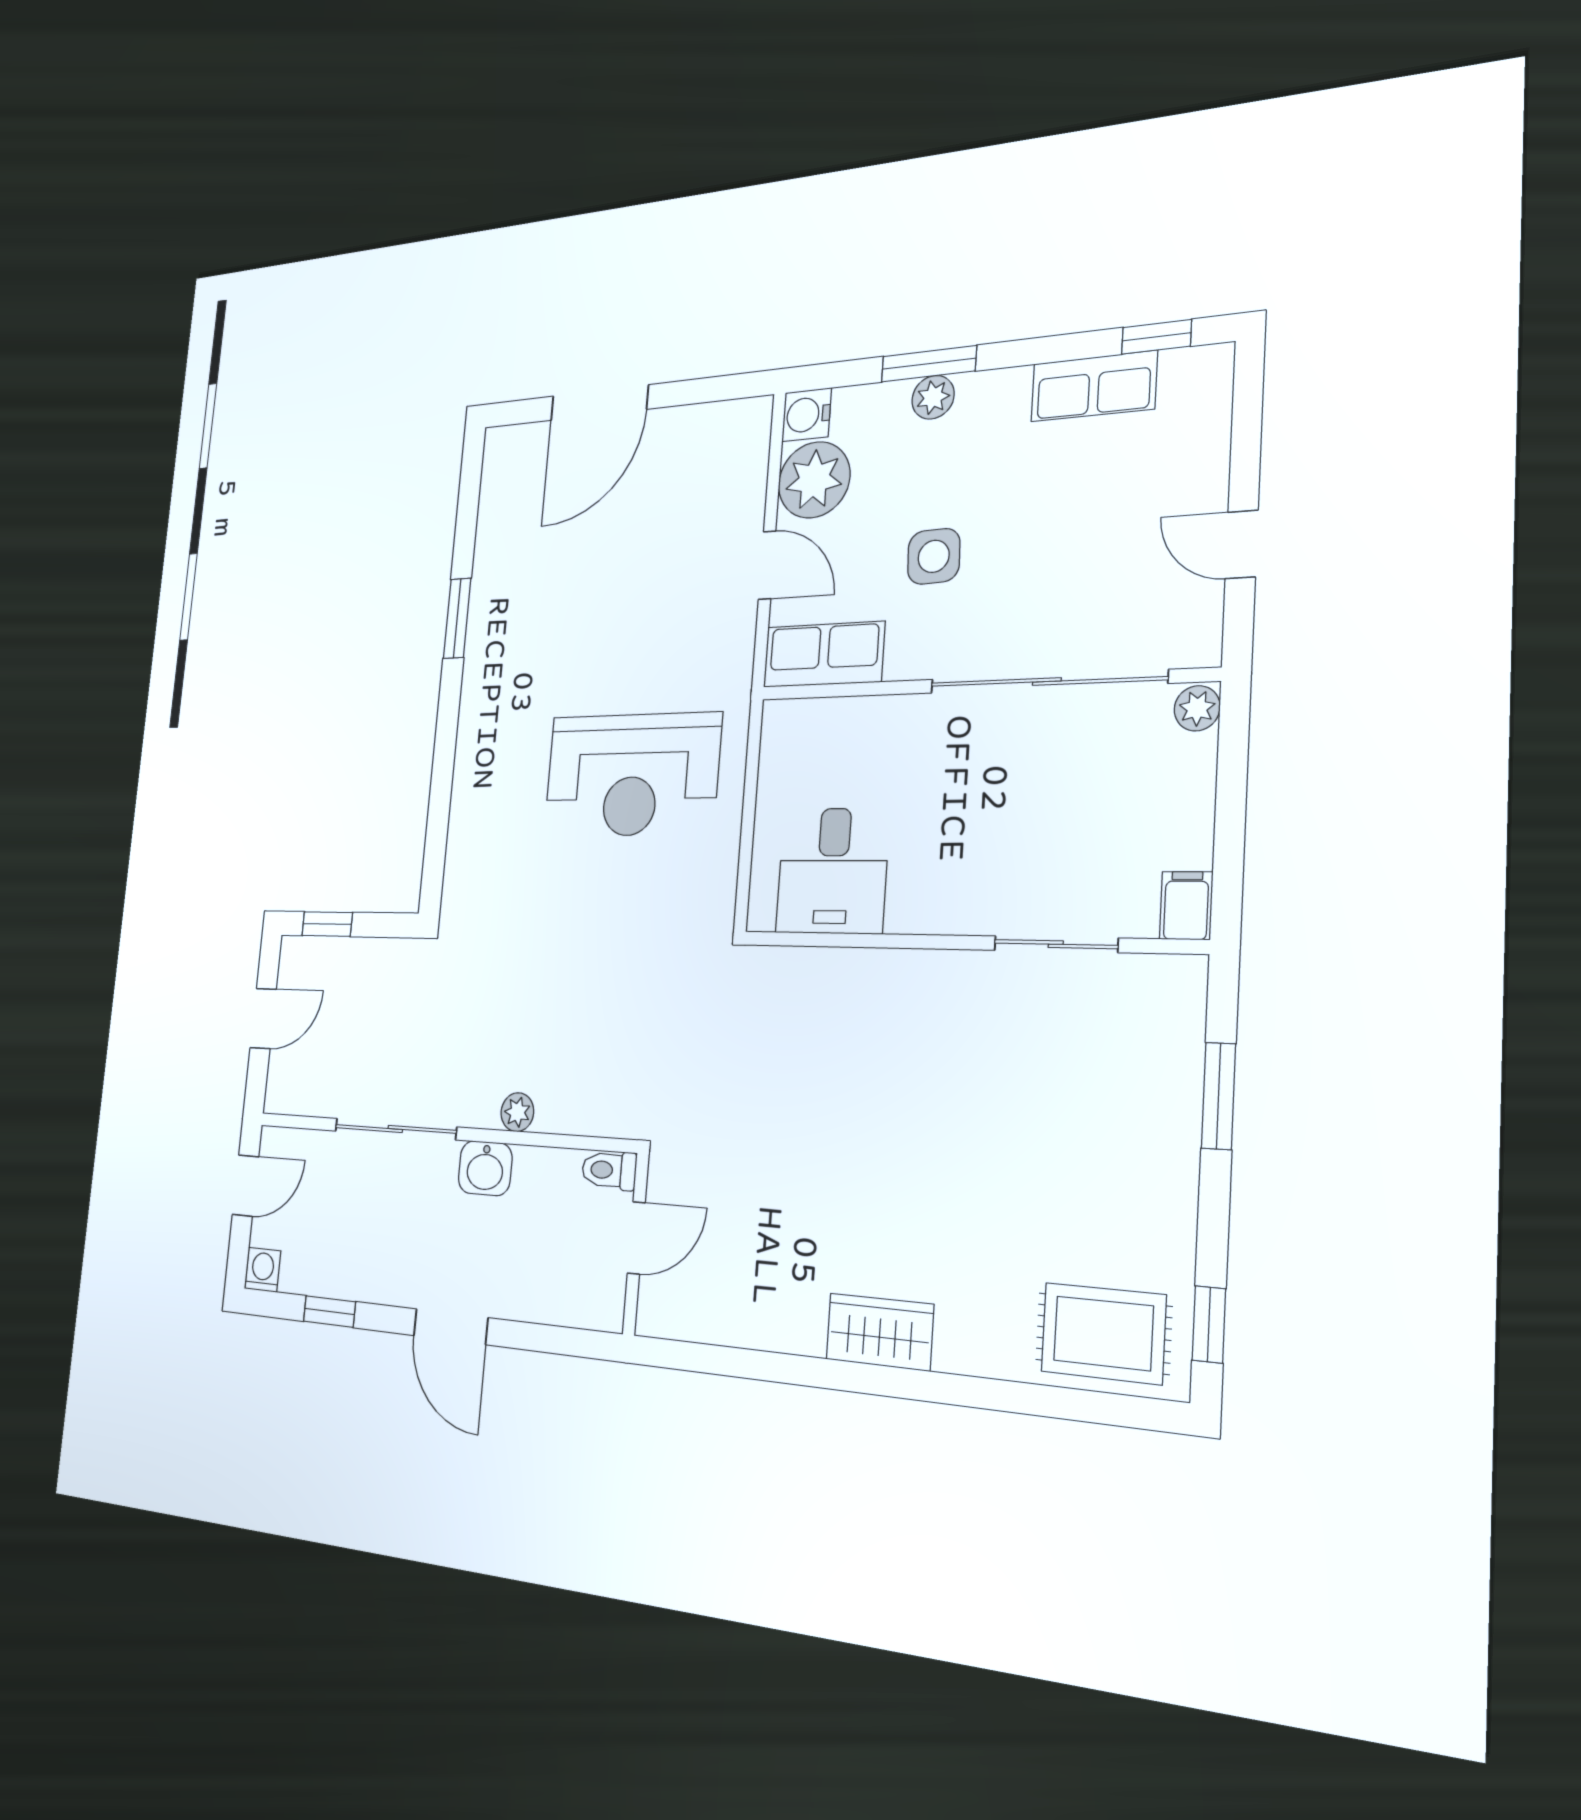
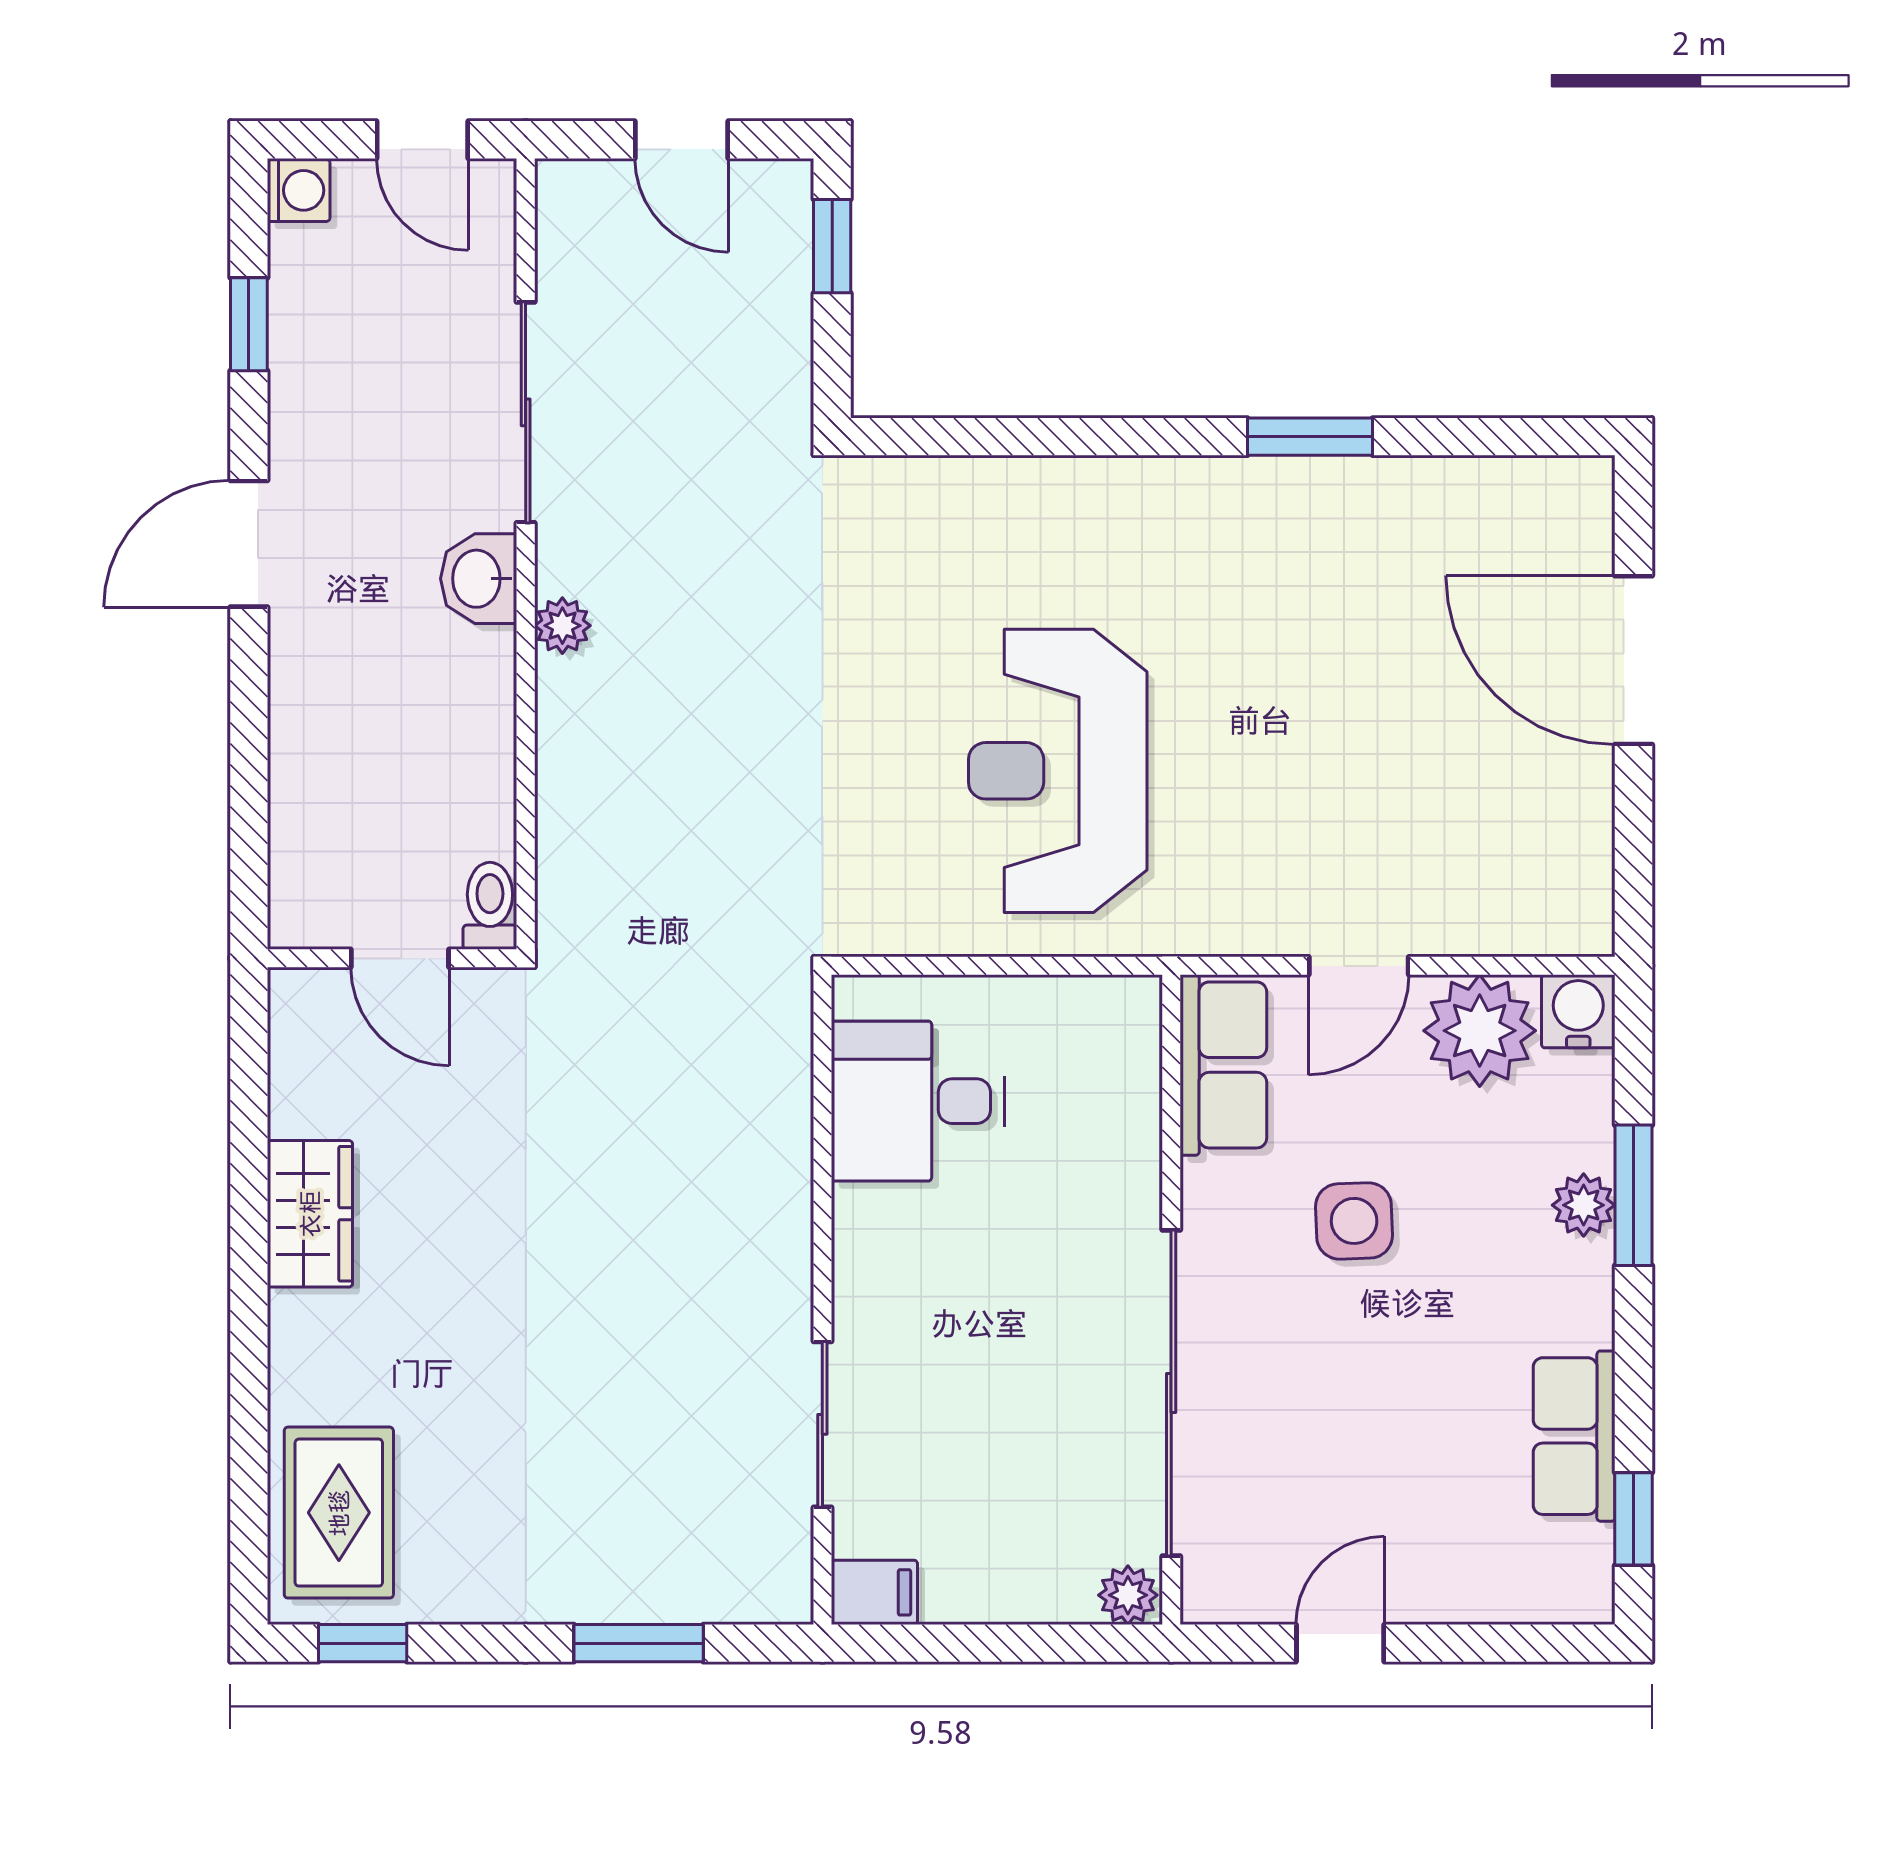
toilet: (609, 1170) -> (490, 906), moved
door: (636, 1238) -> (400, 958), moved
wall: (636, 1244) -> (392, 958), moved

